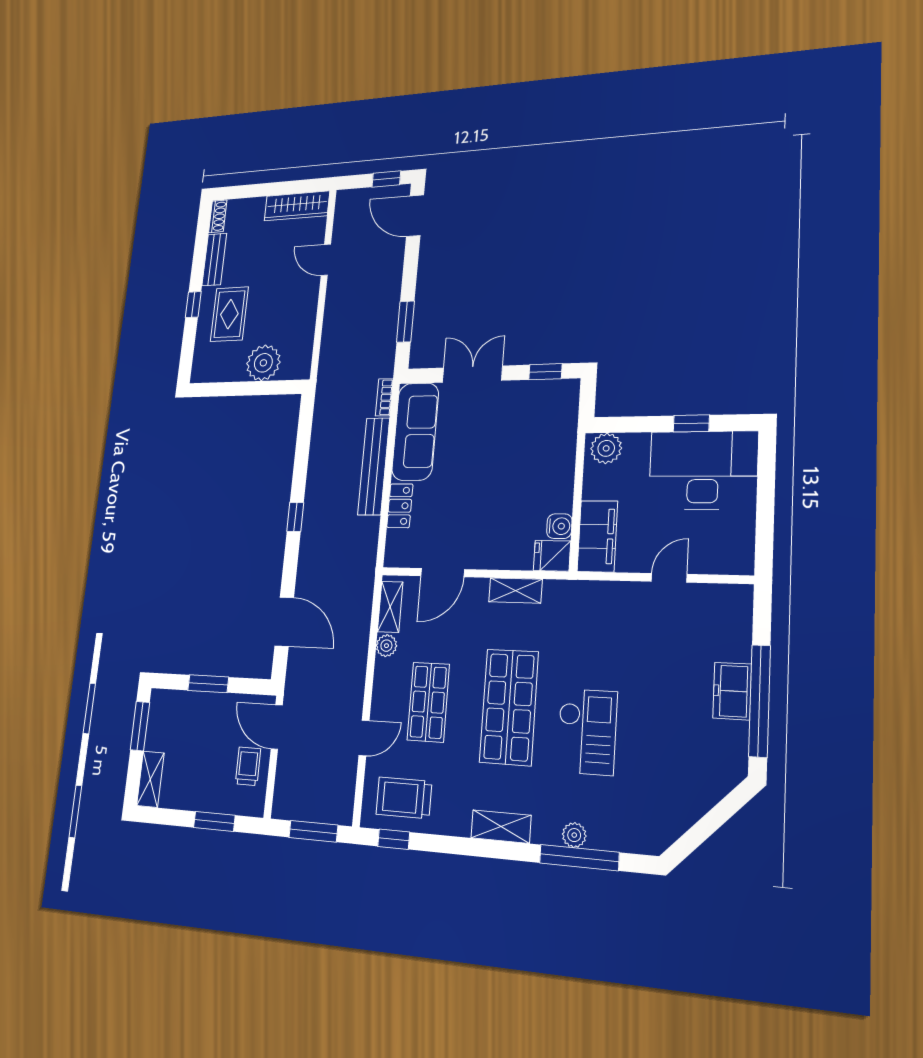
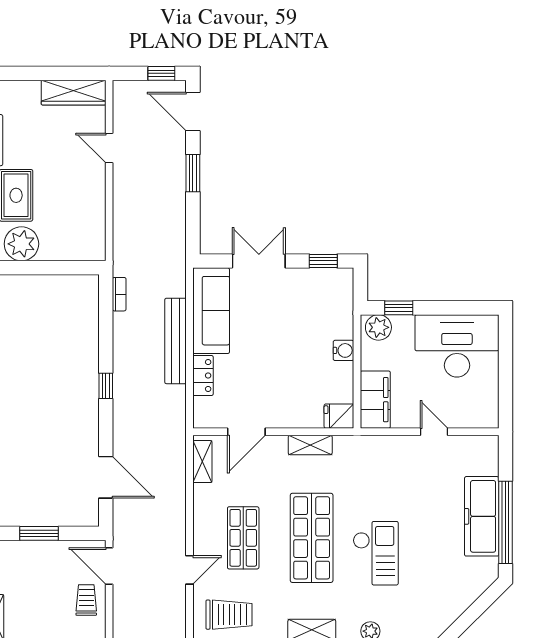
window: (405, 322) -> (193, 173), moved
plant: (263, 363) -> (21, 244), moved
bookcase: (384, 397) -> (119, 294), moved, turned 180
window: (691, 423) -> (399, 308), moved
water cooler: (559, 526) -> (343, 350), moved
door: (669, 578) -> (434, 432), hinge flipped
plant: (386, 646) -> (202, 494), removed
freezer: (732, 691) -> (482, 516), width x1.91, depth x1.26
trolley: (404, 798) -> (229, 615), turned 180

